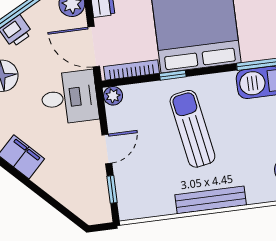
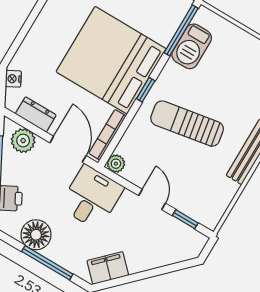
door: (94, 47) -> (68, 149), swing flipped
window: (173, 75) -> (146, 90), moved

